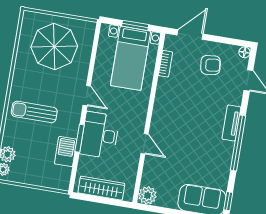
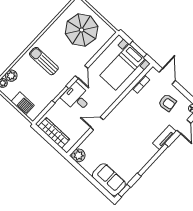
door: (190, 35) -> (167, 76), hinge flipped
tv unit: (231, 123) -> (164, 137), moved
desk: (100, 135) -> (77, 98), width x0.73
door: (144, 144) -> (97, 124), swing flipped
barbecue: (66, 152) -> (23, 103), moved, turned 90

